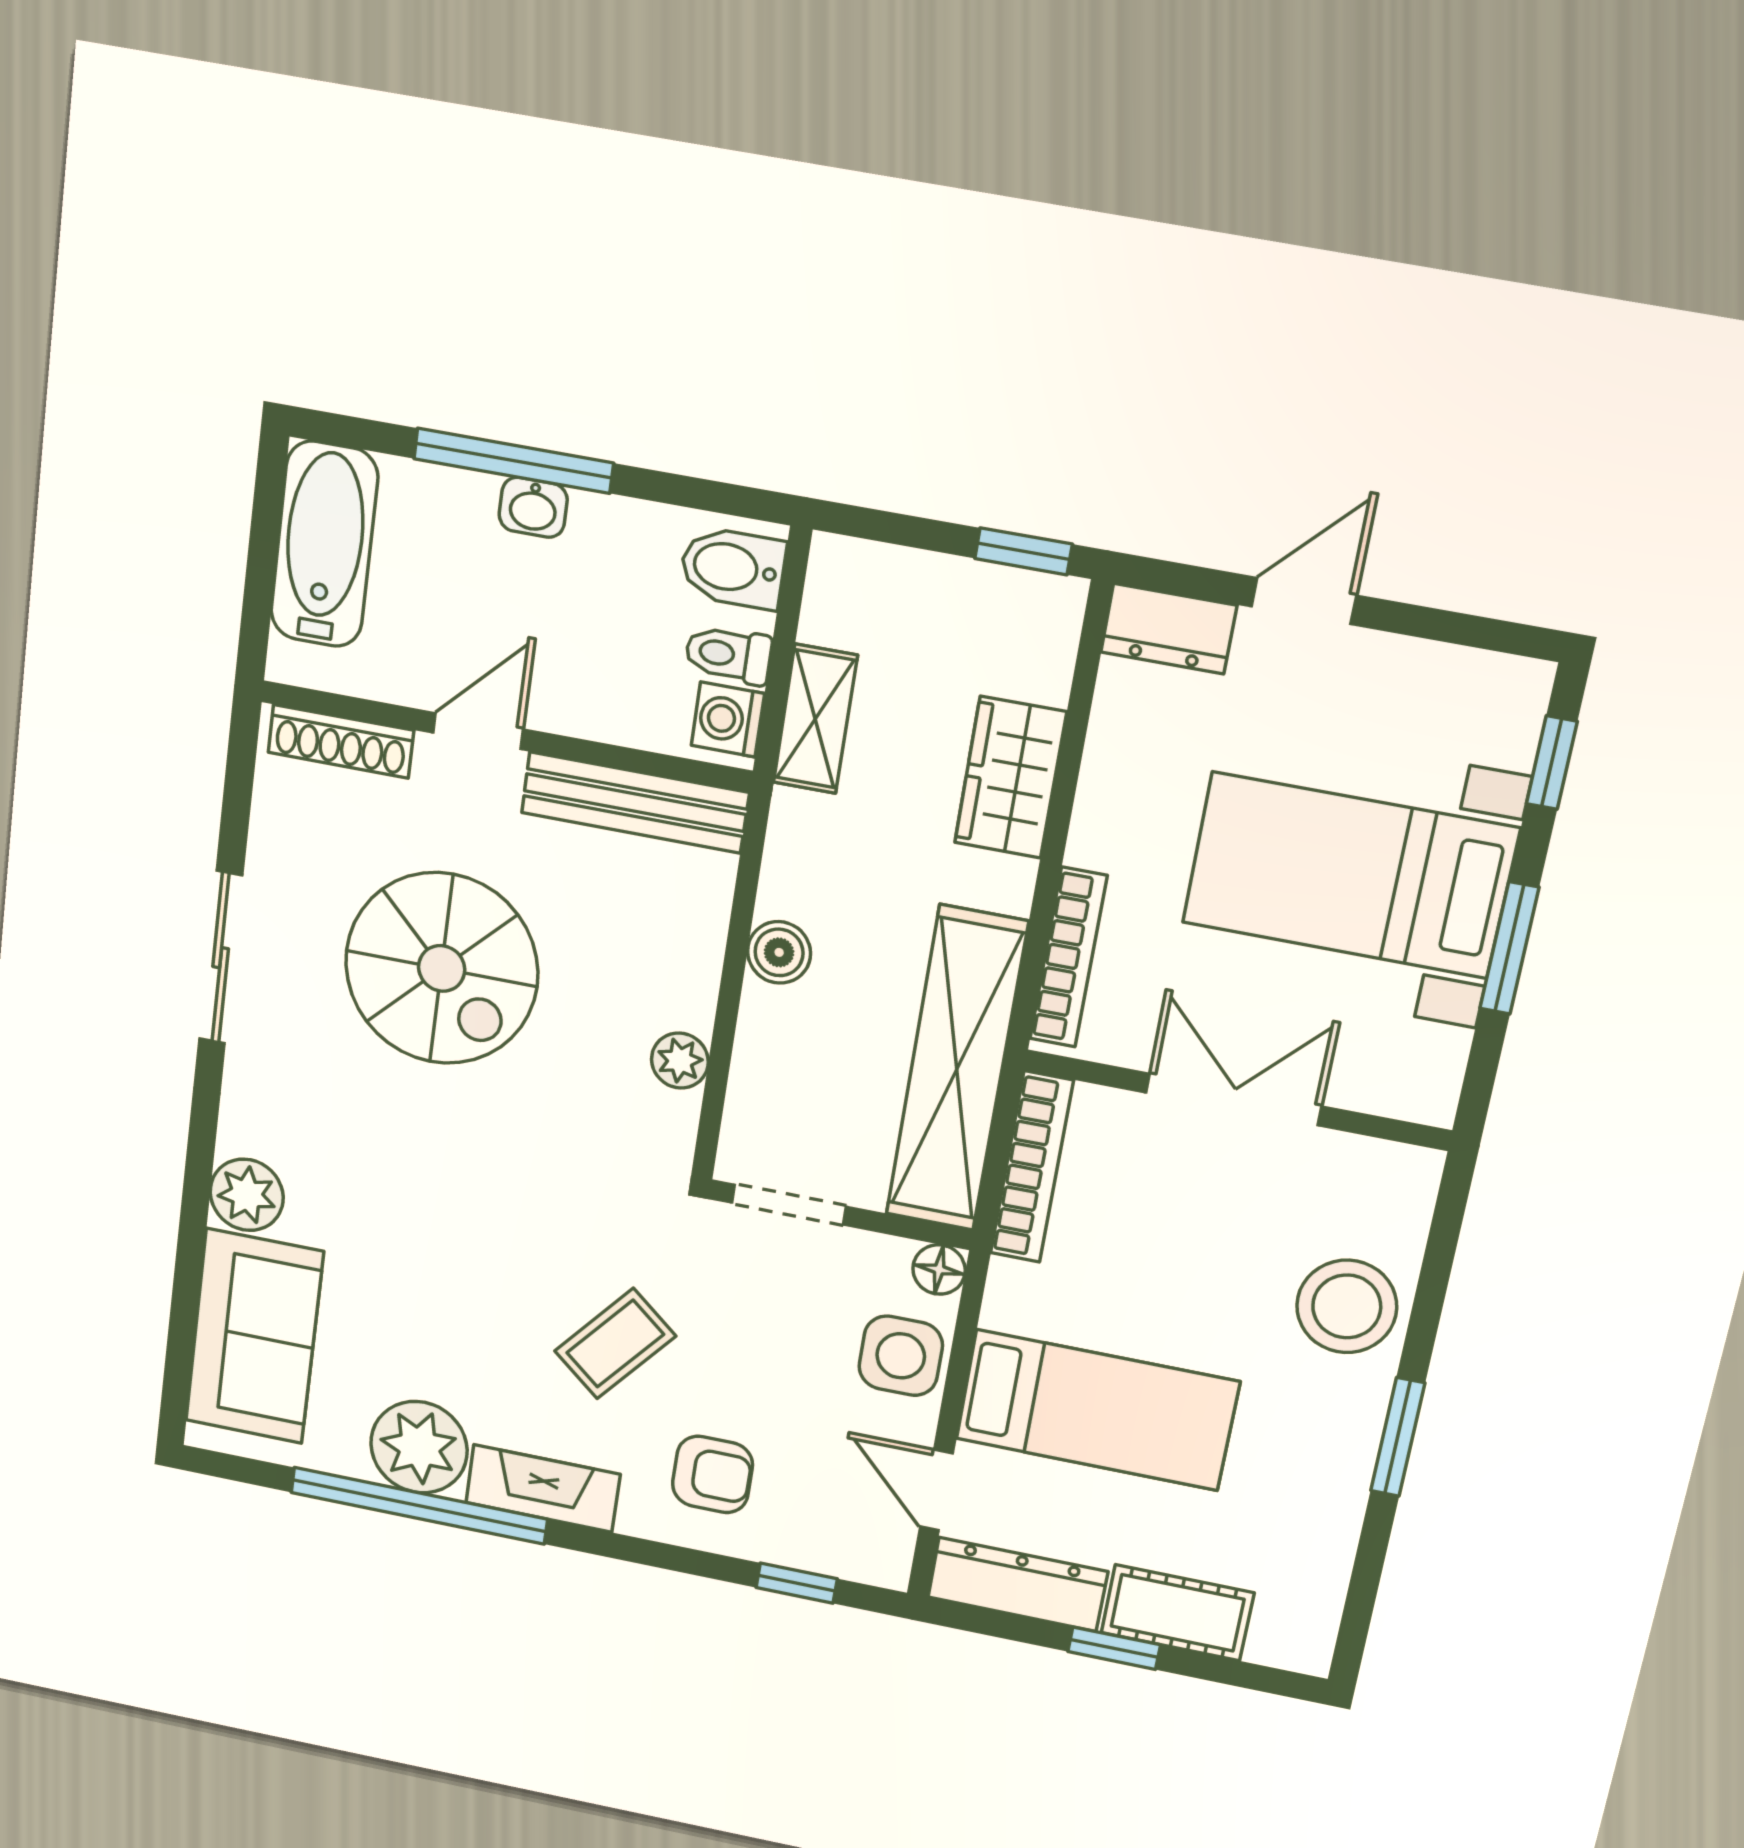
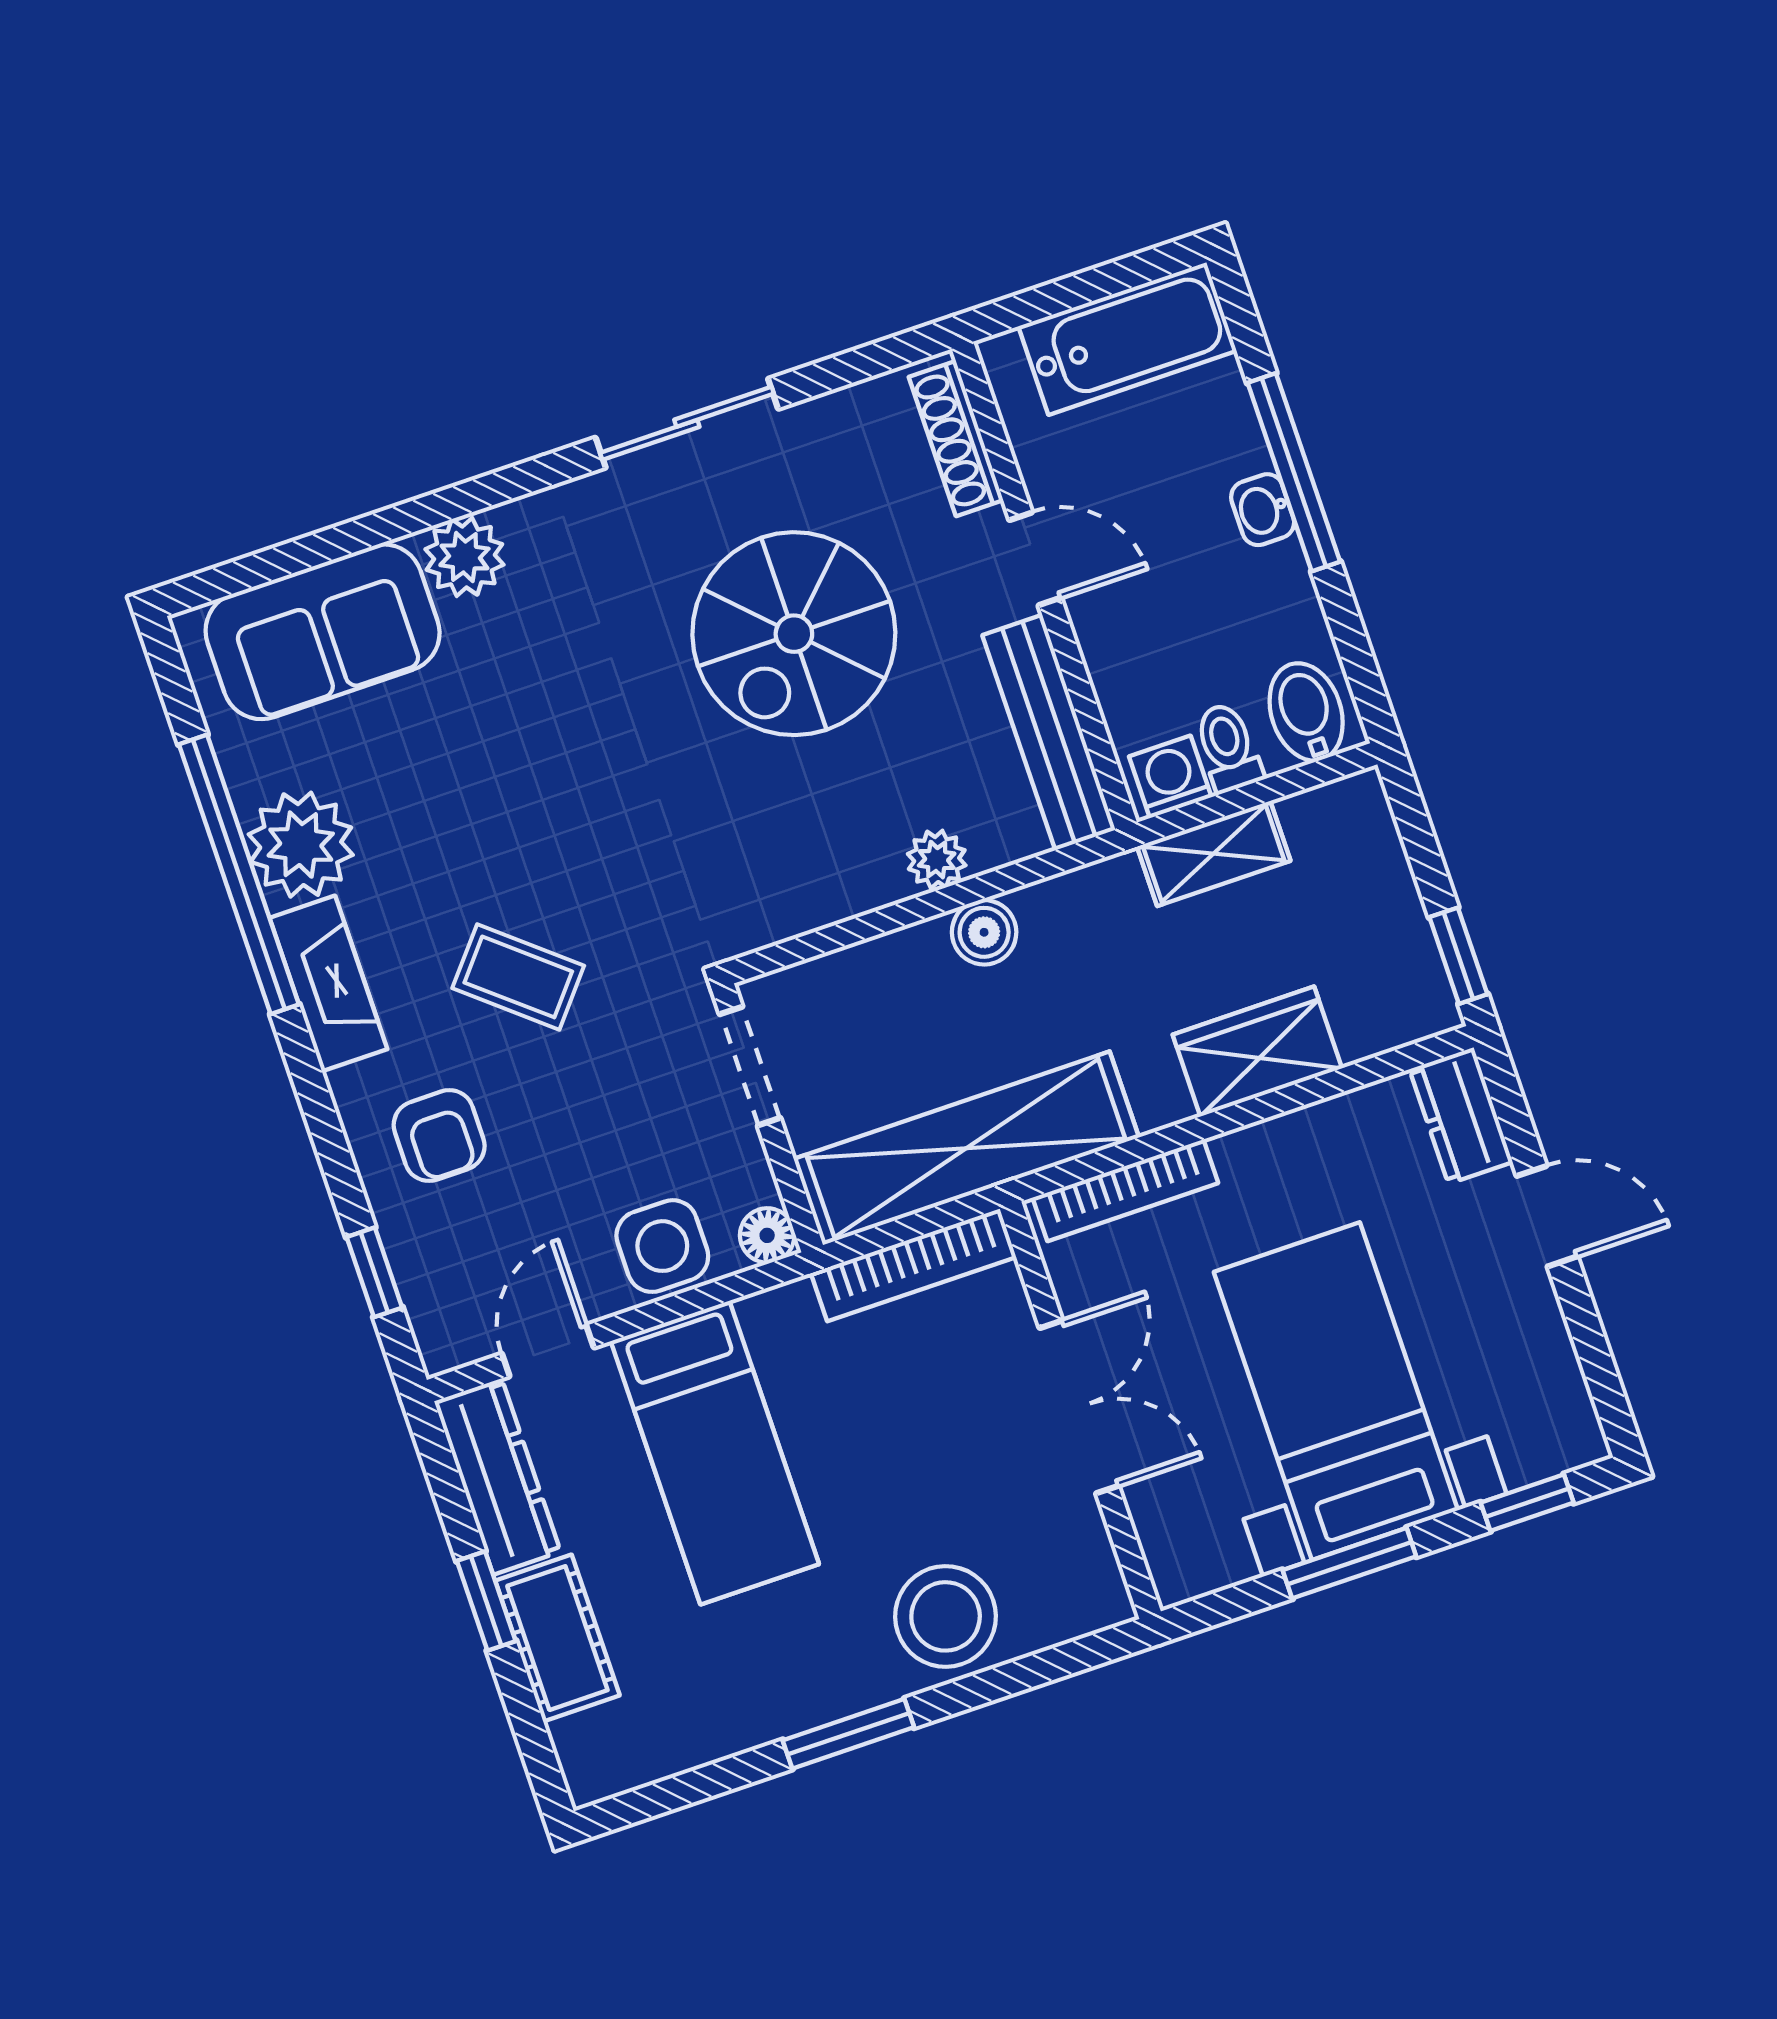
plant: (680, 1061) -> (937, 860), moved

